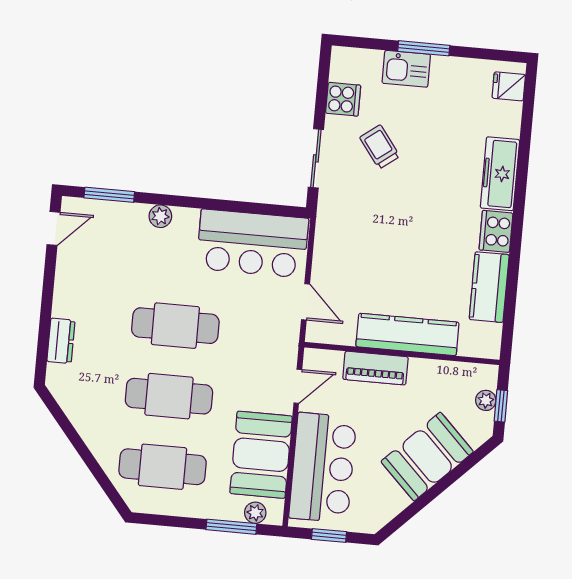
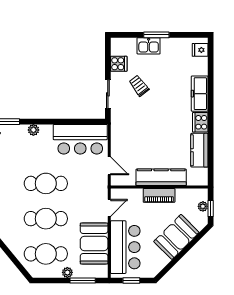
piano: (375, 368) -> (159, 195), moved
plant: (255, 513) -> (67, 272), moved

